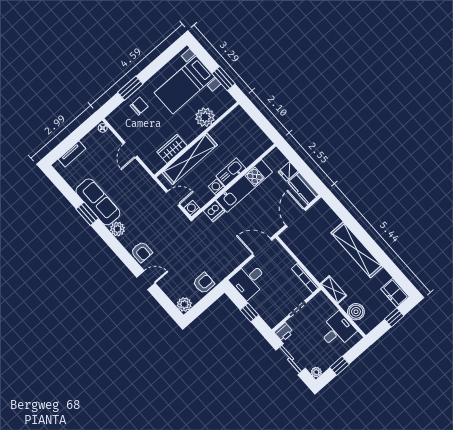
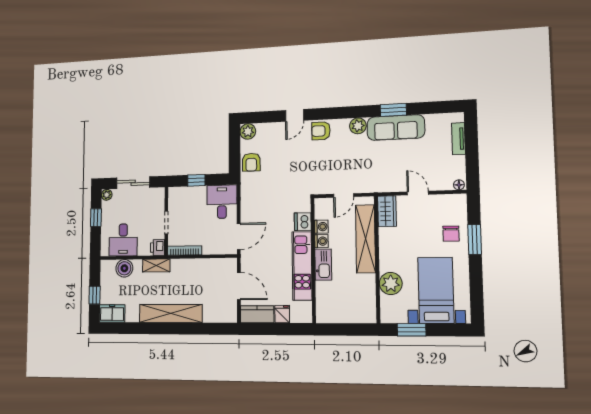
wardrobe: (172, 149) -> (387, 211), moved
washing machine: (192, 208) -> (321, 227), moved
printer: (284, 332) -> (158, 247), moved

